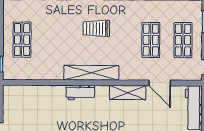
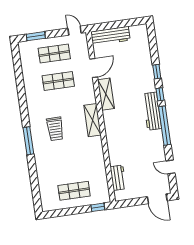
shelving: (91, 73) -> (93, 120), width x0.68
workbench: (80, 93) -> (118, 178), moved

